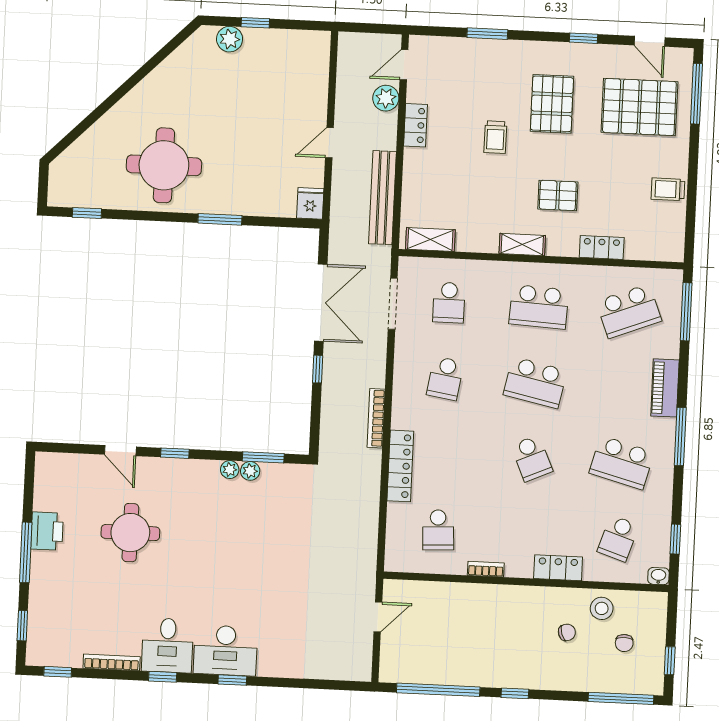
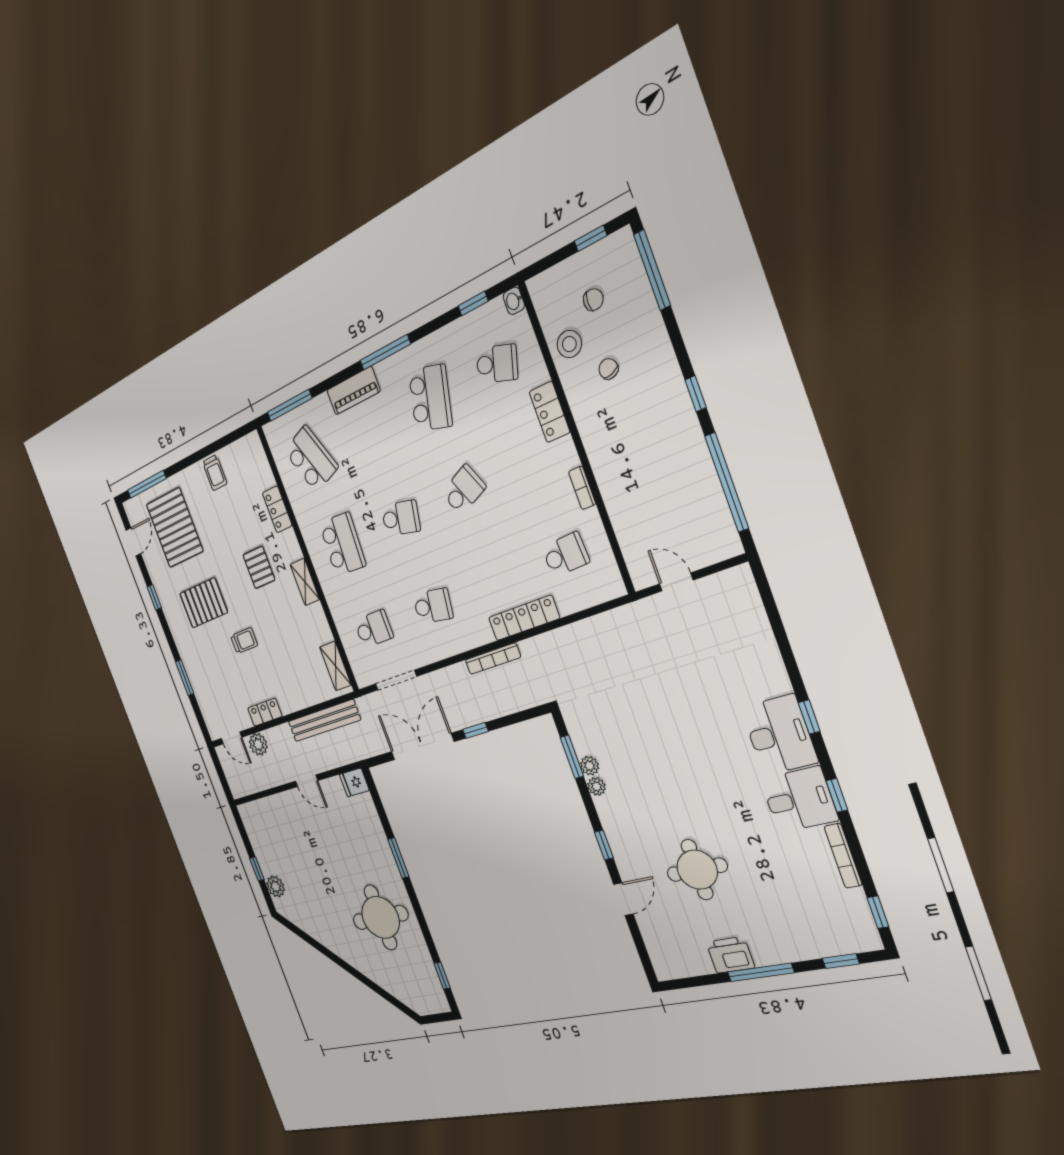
school desk: (535, 383) -> (401, 518), width x0.54

